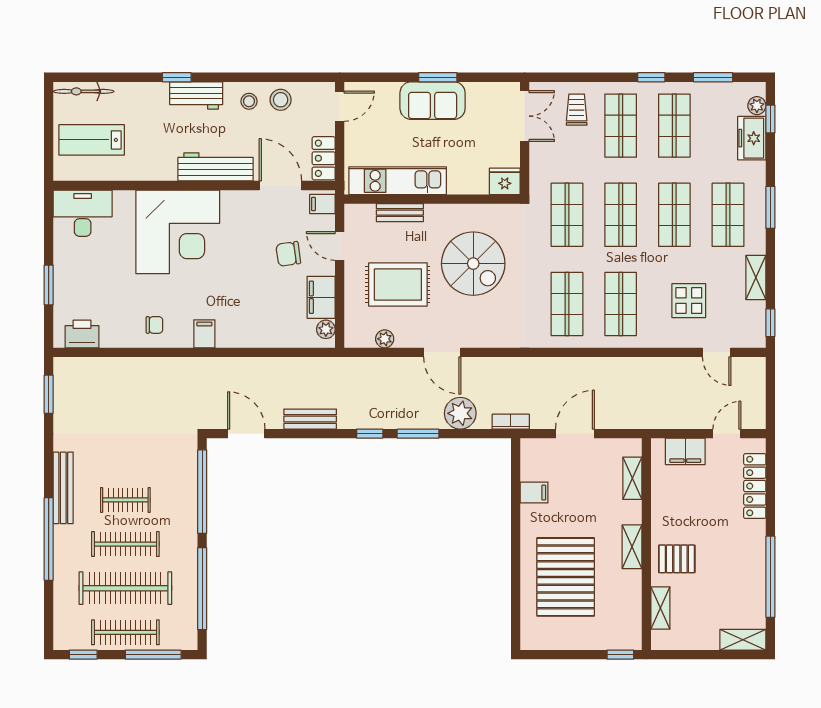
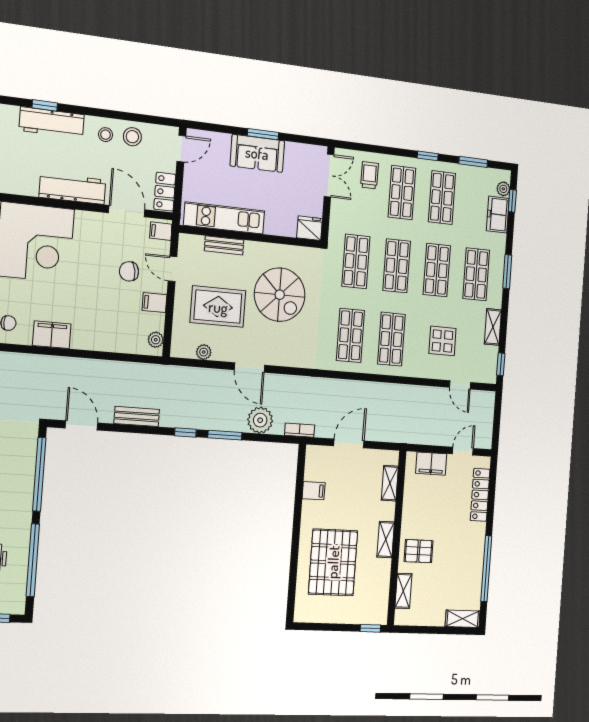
workbench: (196, 95) -> (52, 122), width x1.38
filing cabinet: (321, 297) -> (154, 303), width x0.50
filing cabinet: (204, 334) -> (52, 335), width x2.00

